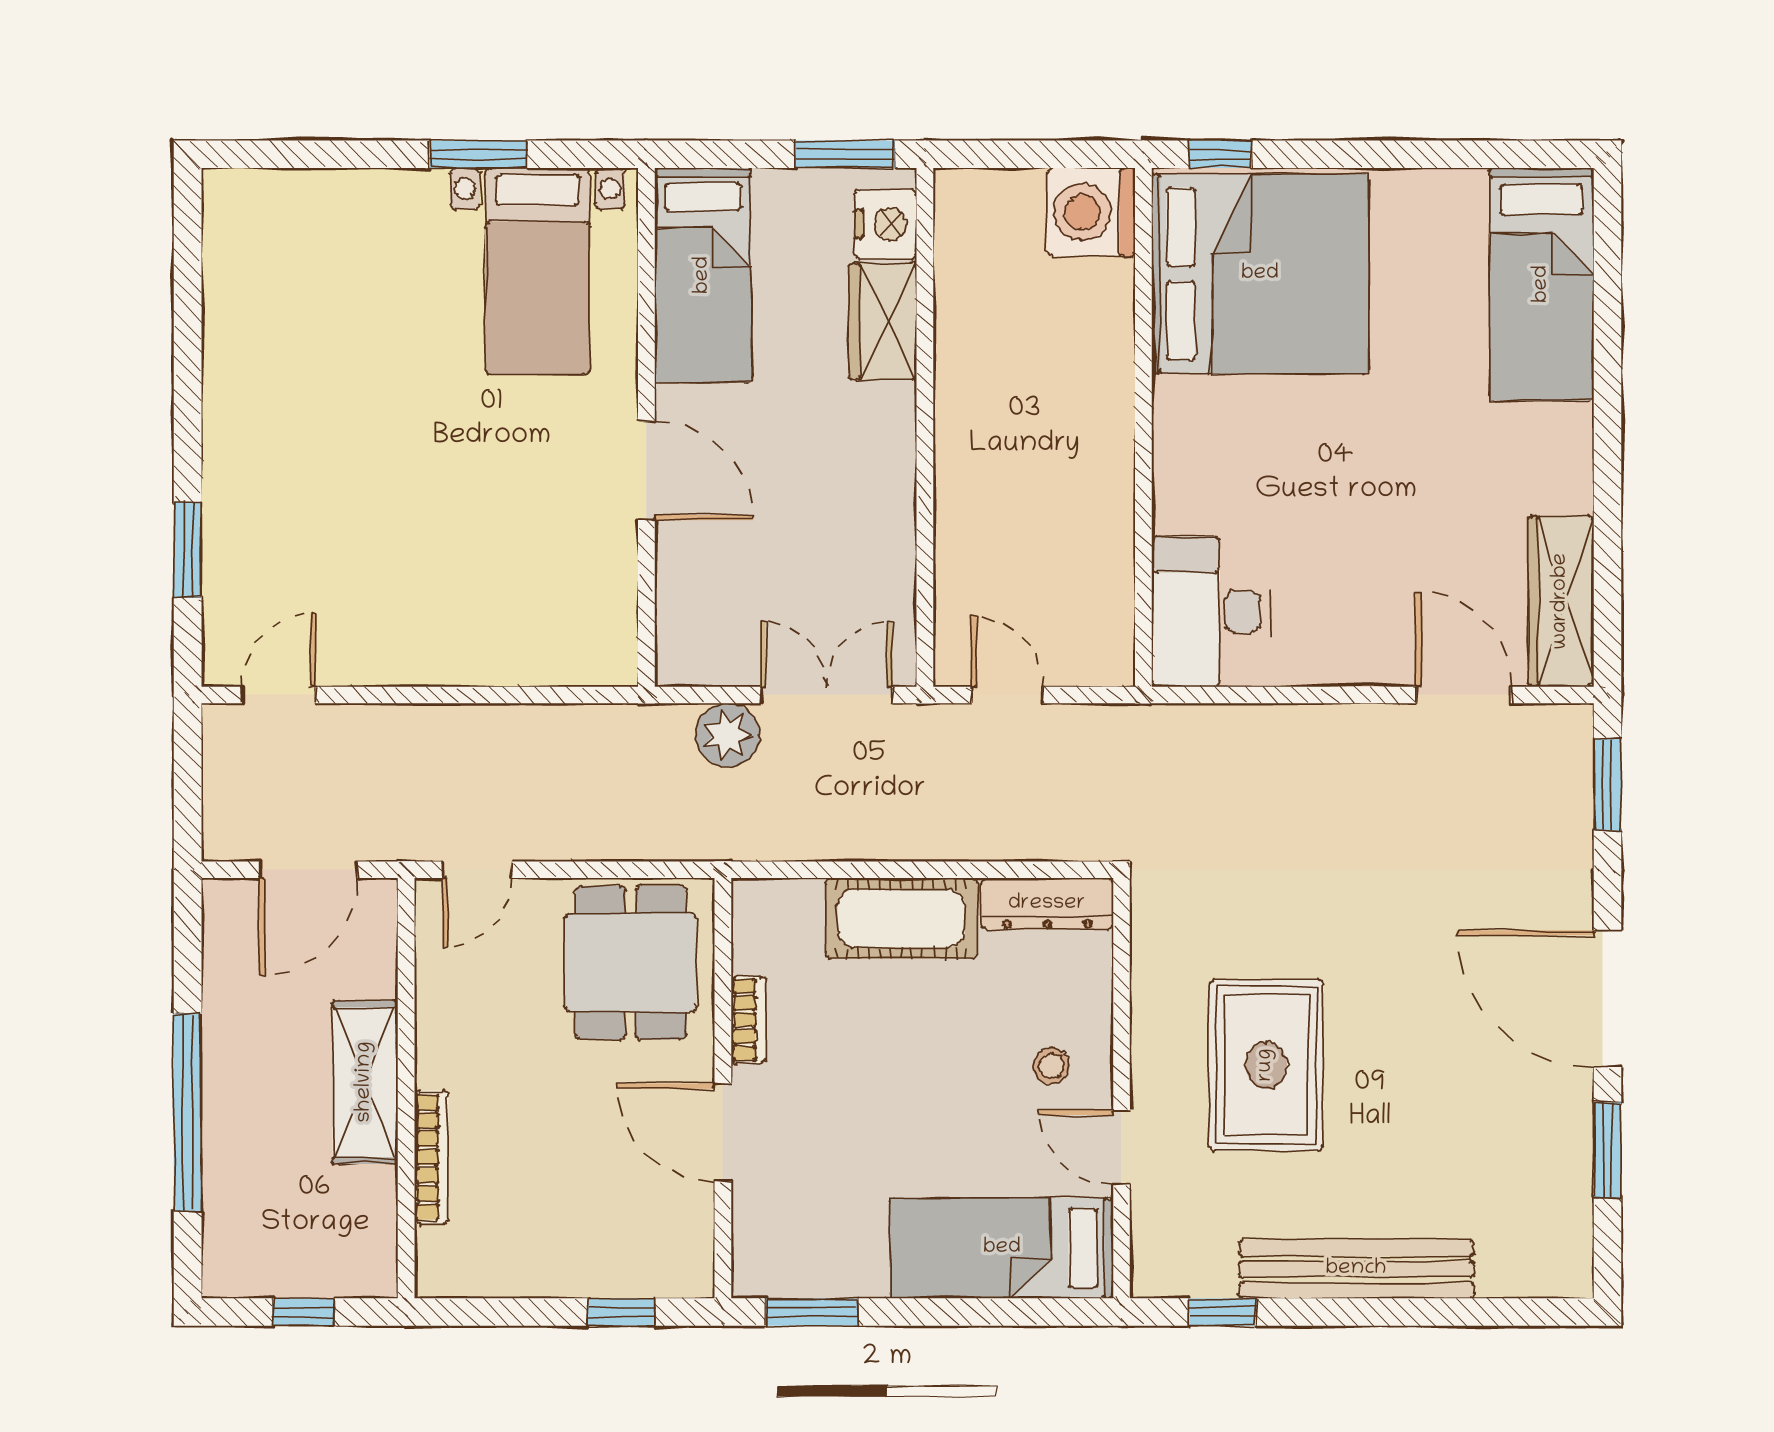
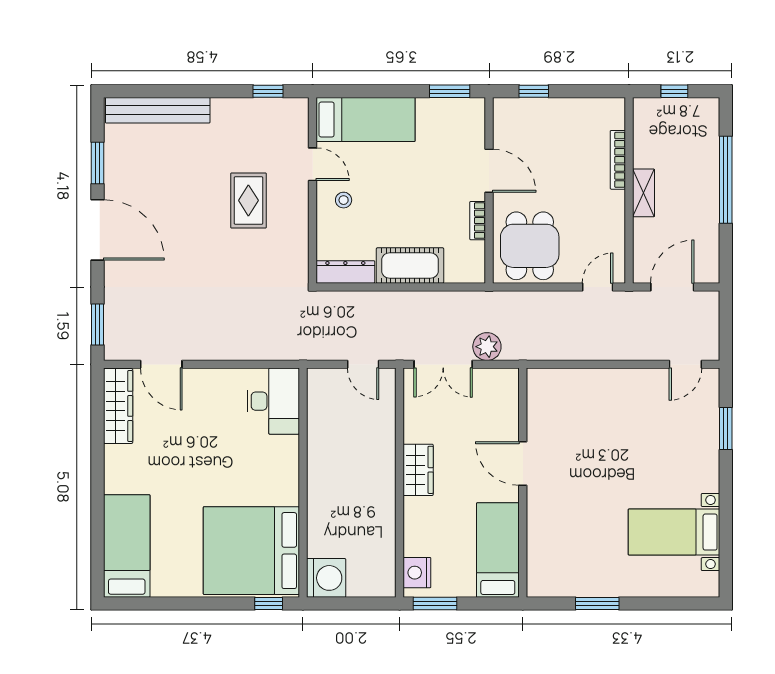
bed with nightstands: (537, 271) -> (674, 532), moved, turned -90
wardrobe: (883, 321) -> (418, 470), moved
rug: (1266, 1065) -> (248, 200), width x0.73, depth x0.70
shelving: (365, 1082) -> (644, 193), width x0.67, depth x0.75
bench: (1356, 1269) -> (158, 110), moved

